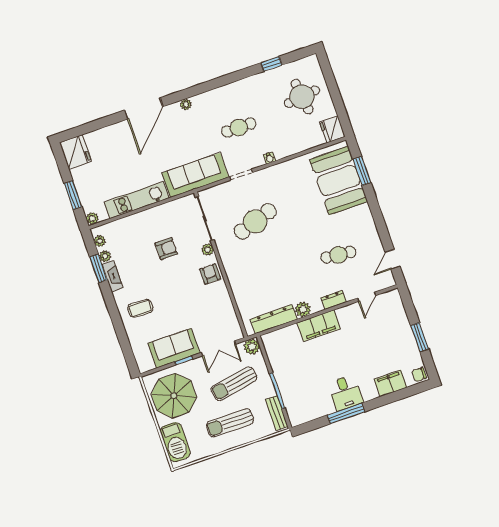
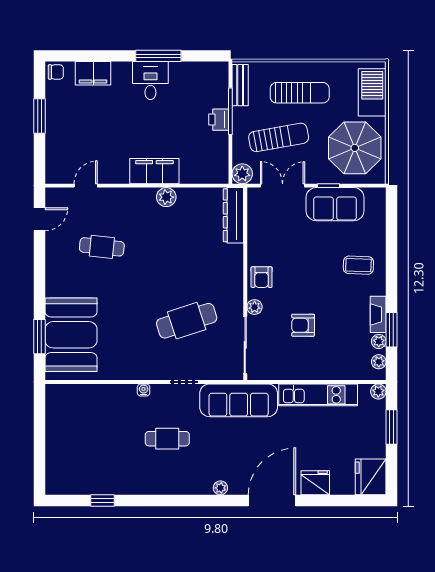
round table: (302, 97) -> (80, 449), removed
fridge: (332, 129) -> (315, 483), moved, turned -90
dresser: (334, 300) -> (126, 195), removed
dresser: (274, 319) -> (233, 215), moved, turned 90
printer: (284, 381) -> (219, 120), added

